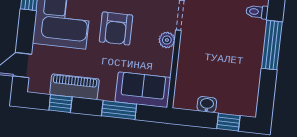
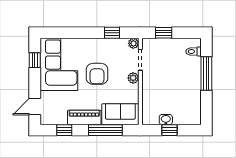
piano: (74, 87) -> (84, 117), moved
window: (119, 110) -> (105, 130), width x1.44
window: (228, 122) -> (170, 130), moved

